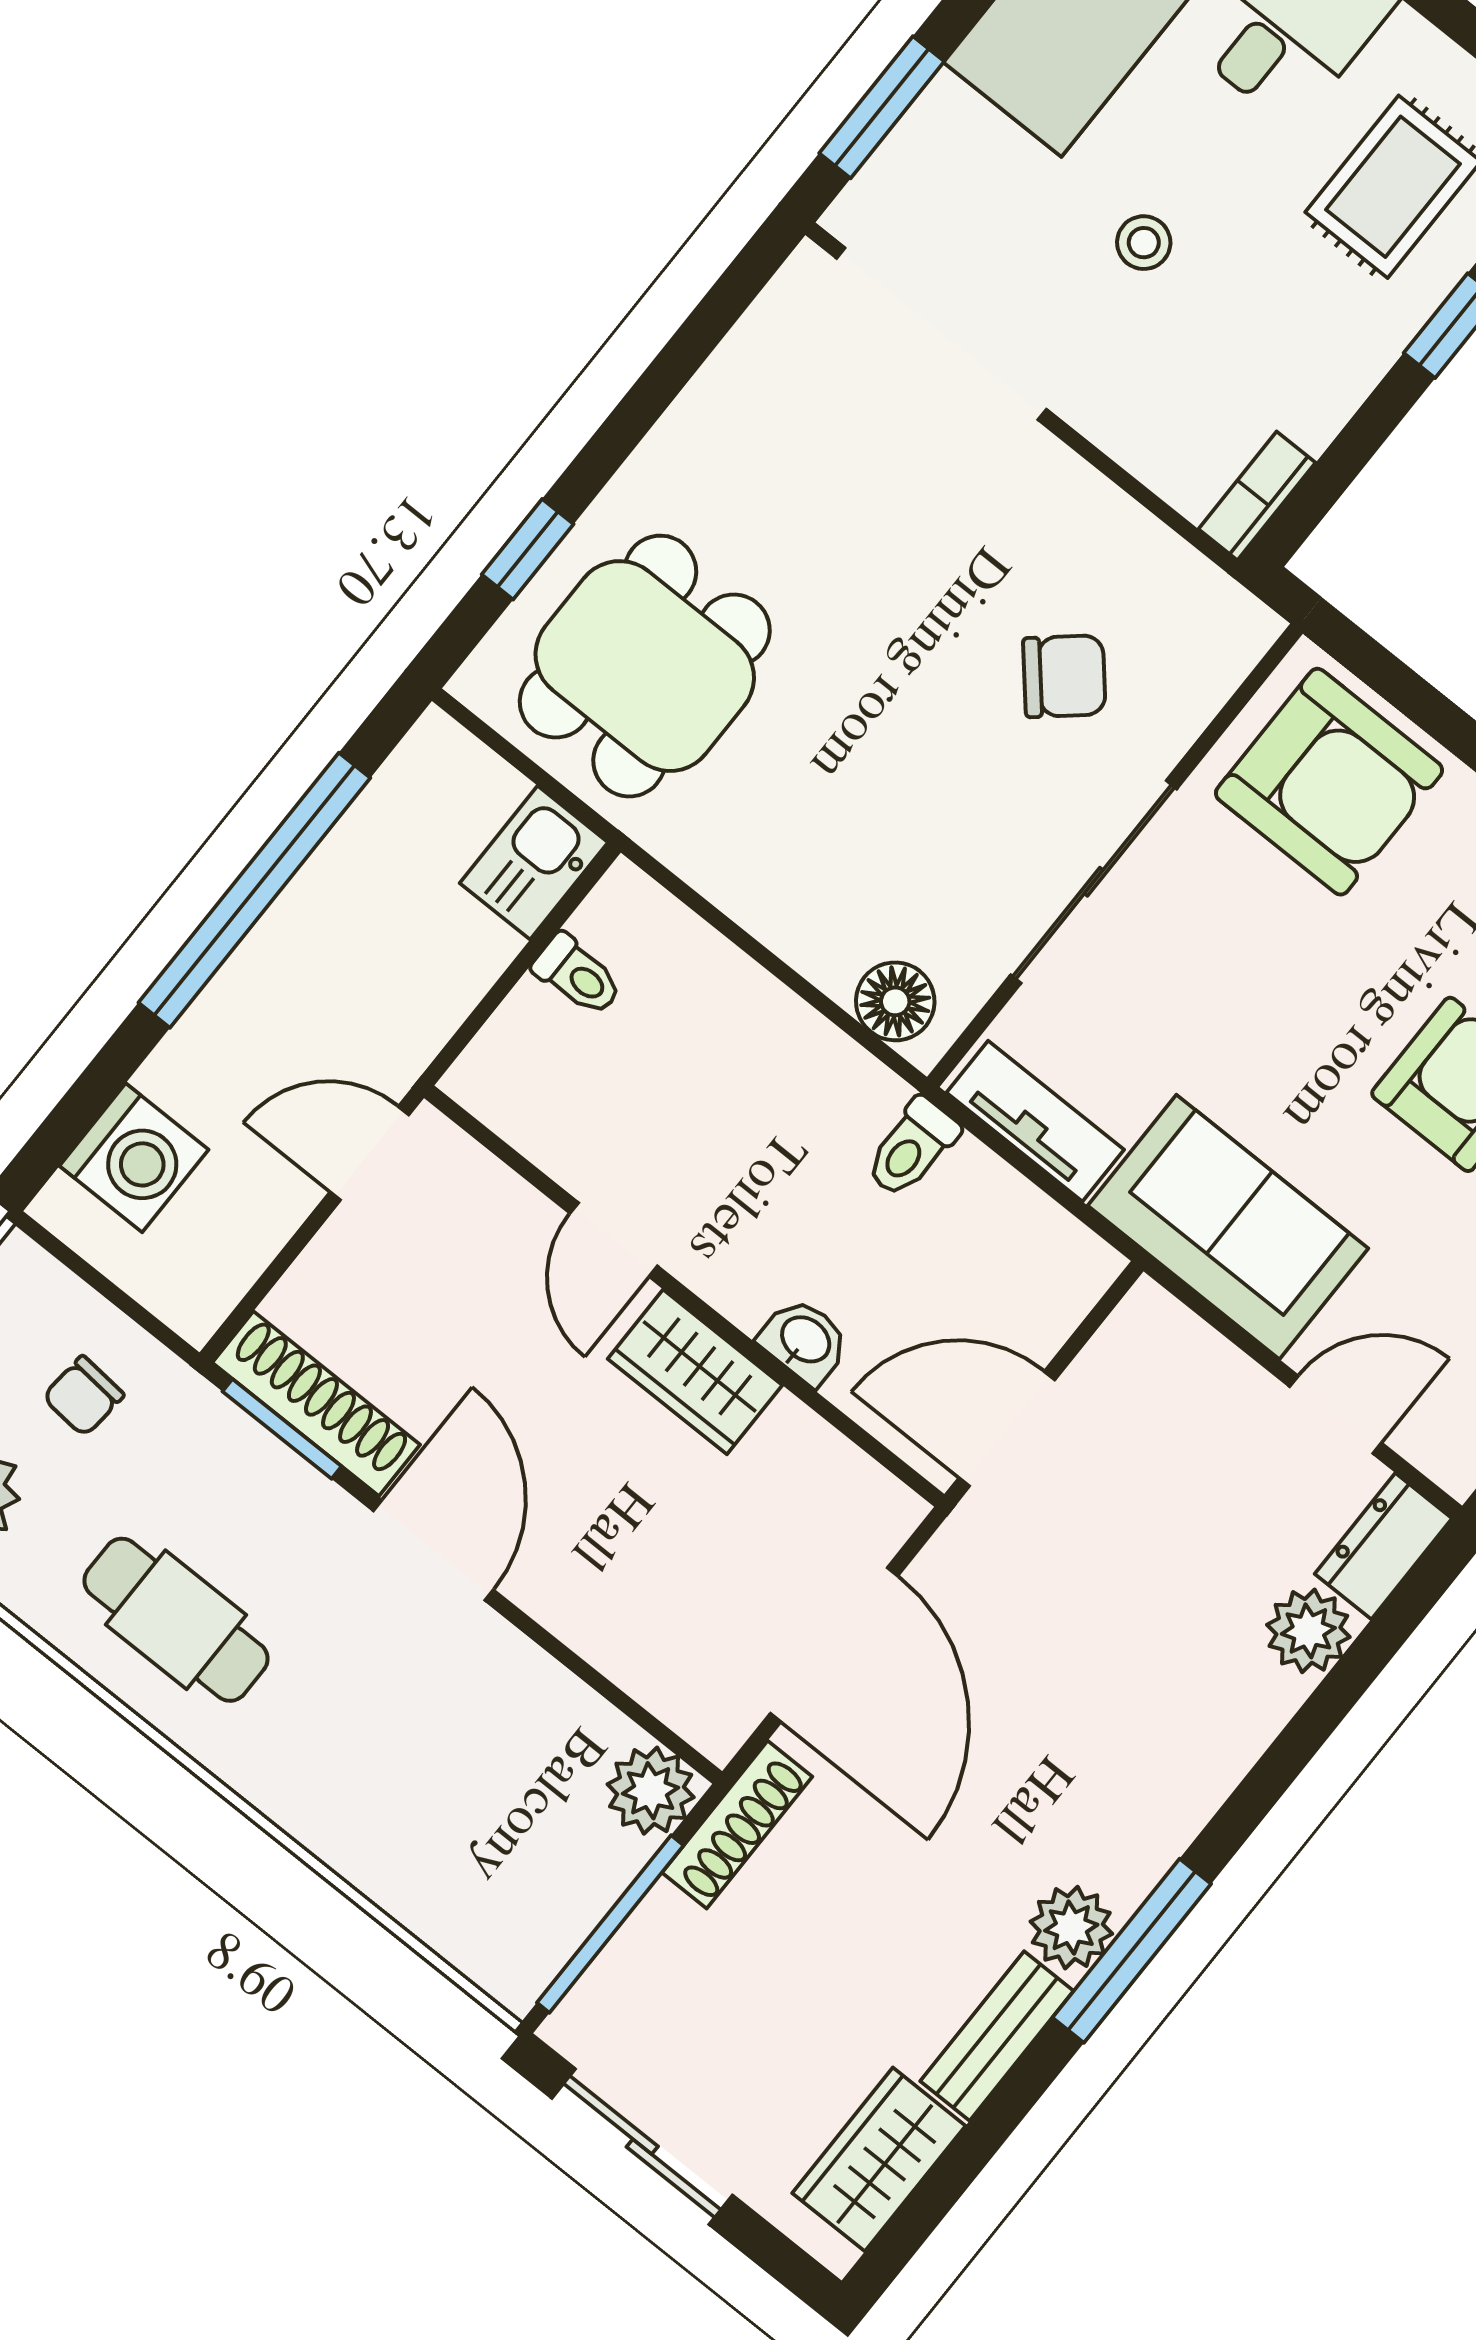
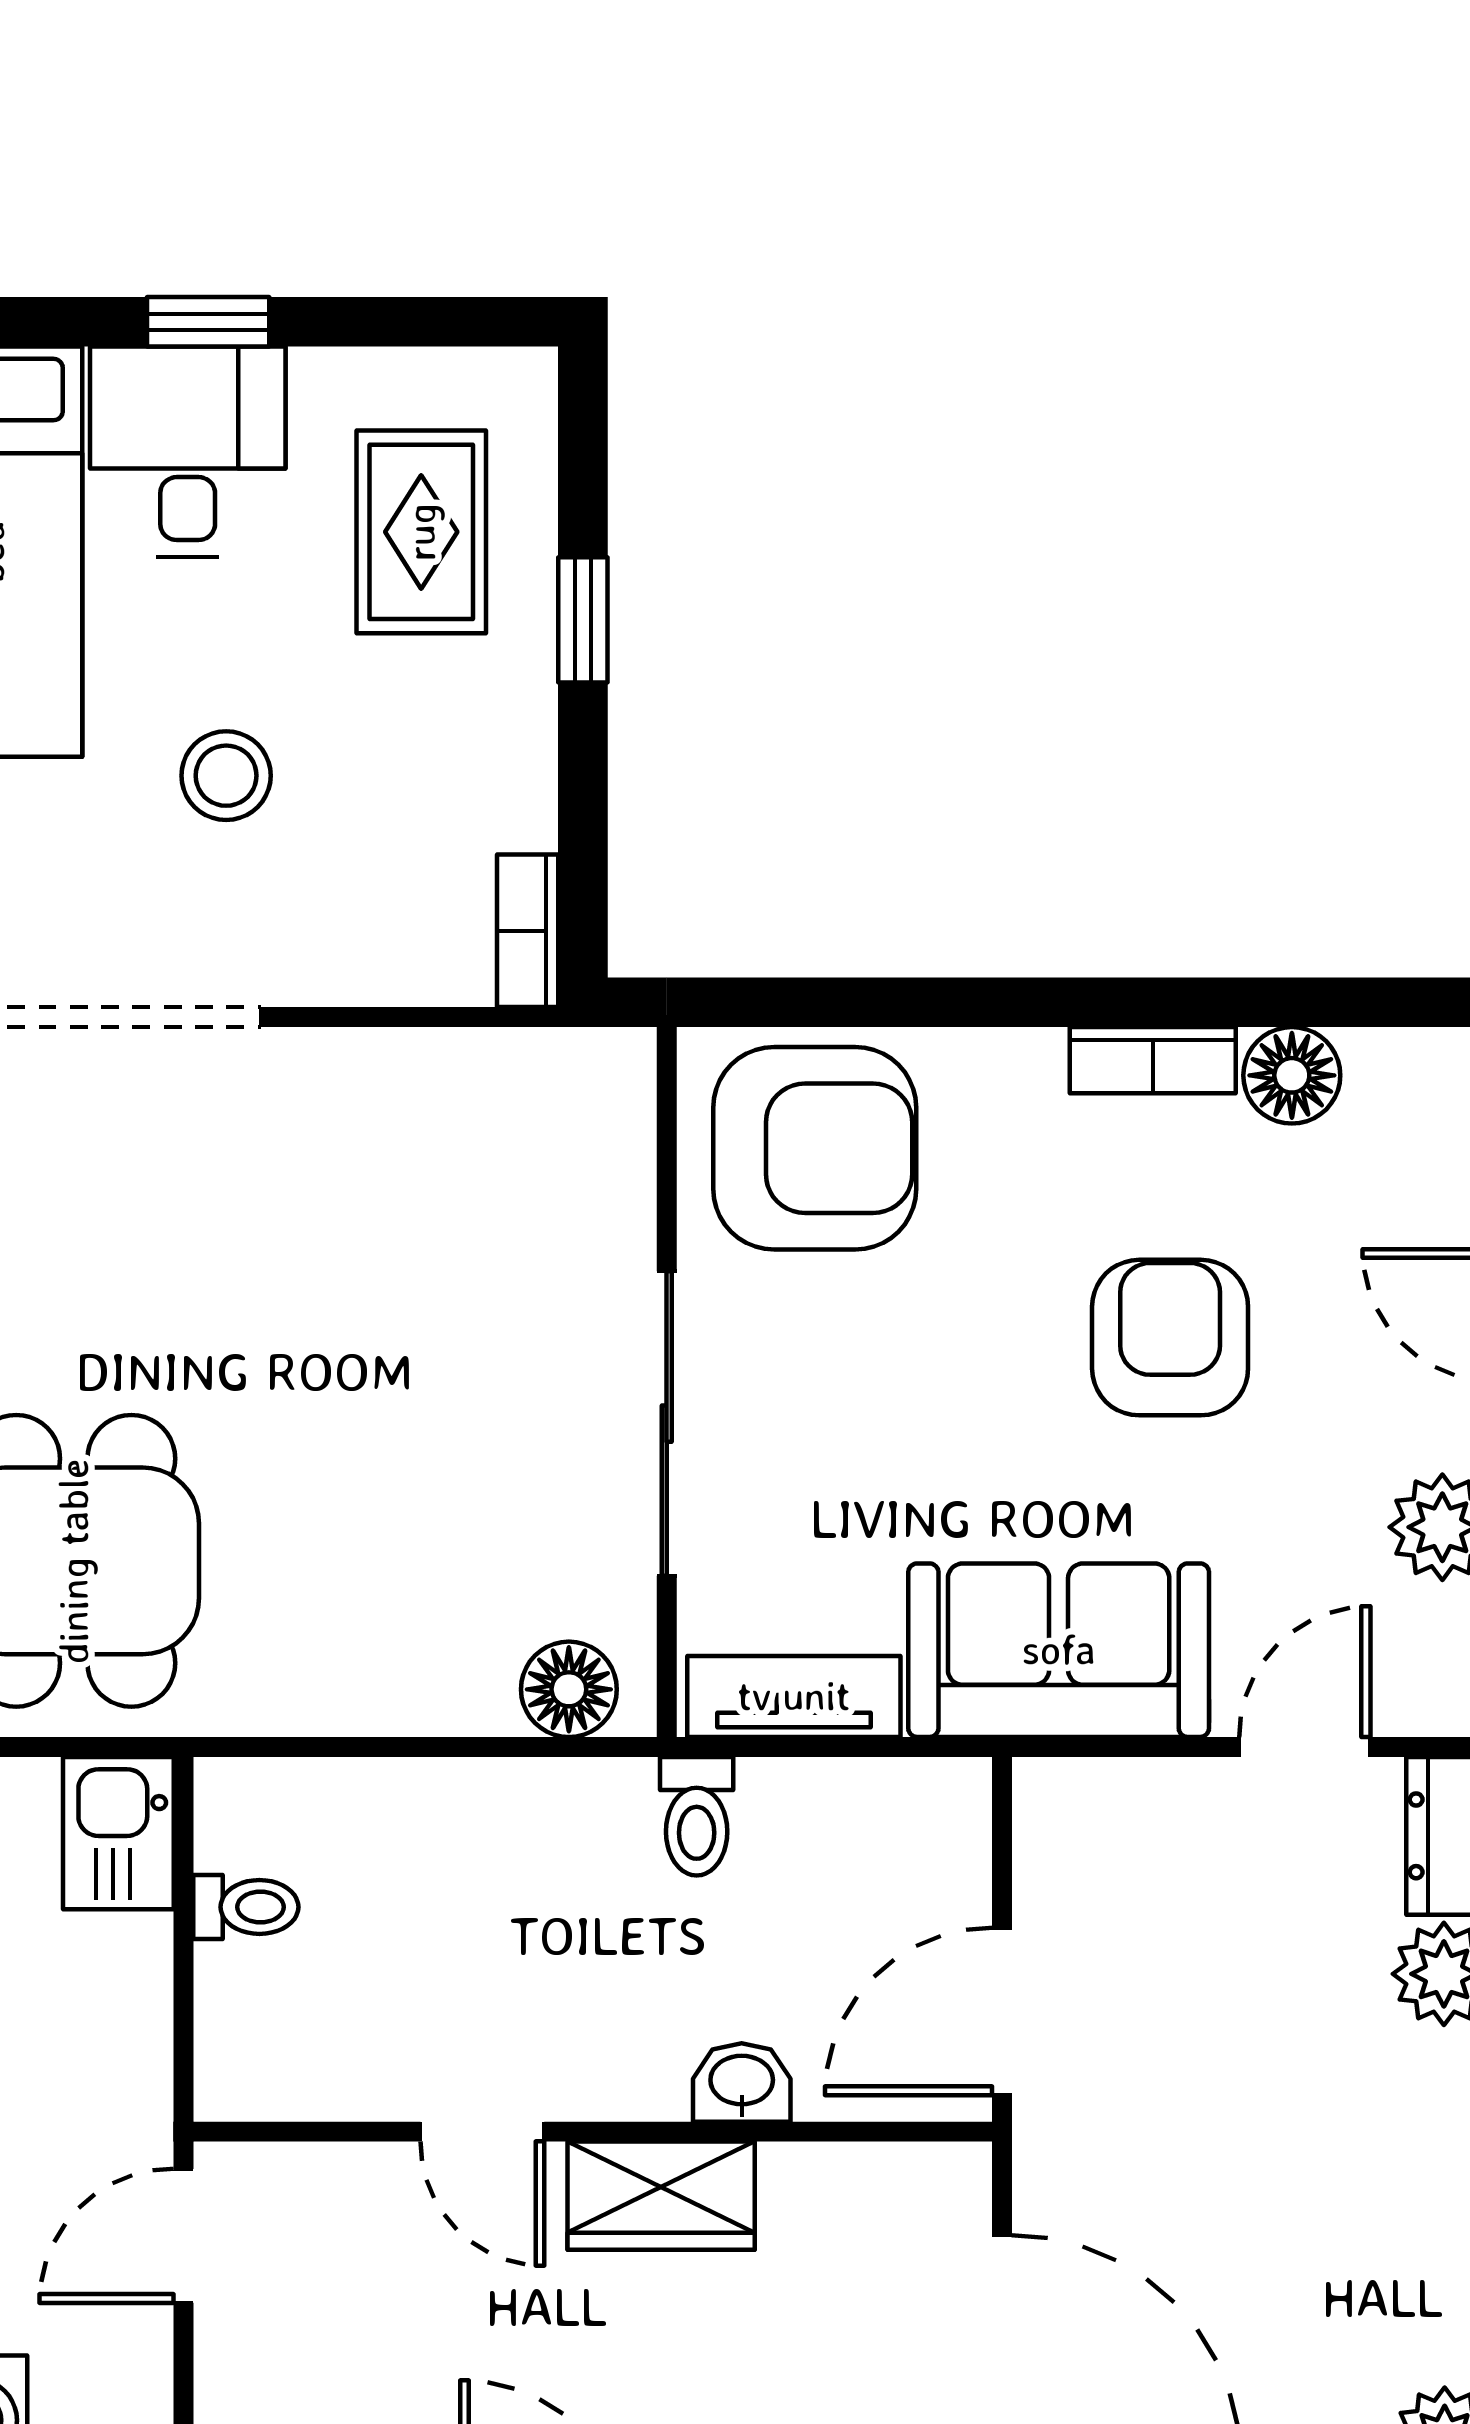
stool: (1144, 243) -> (226, 776), width x1.37, depth x1.37
chair: (1064, 676) -> (482, 1250), removed

